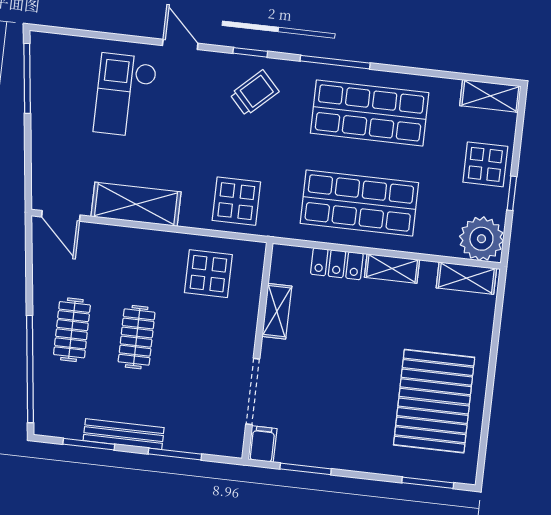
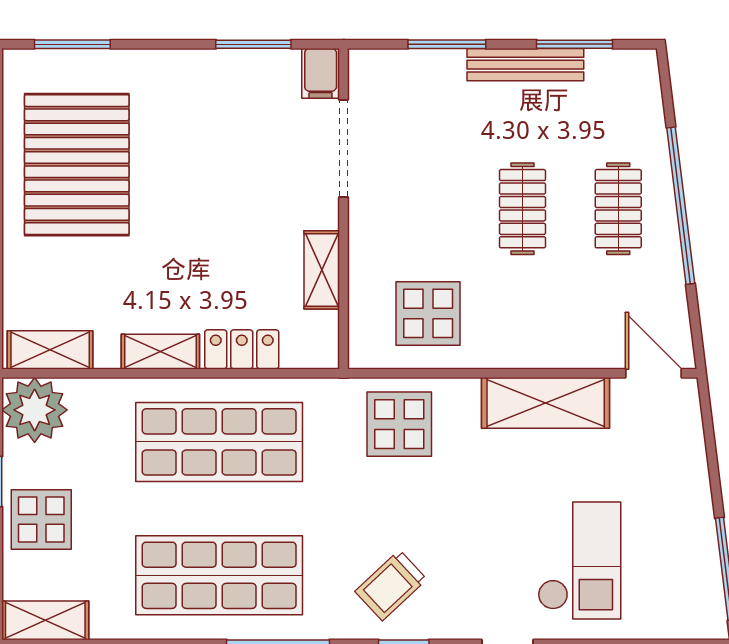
window: (30, 369) -> (681, 206), moved

